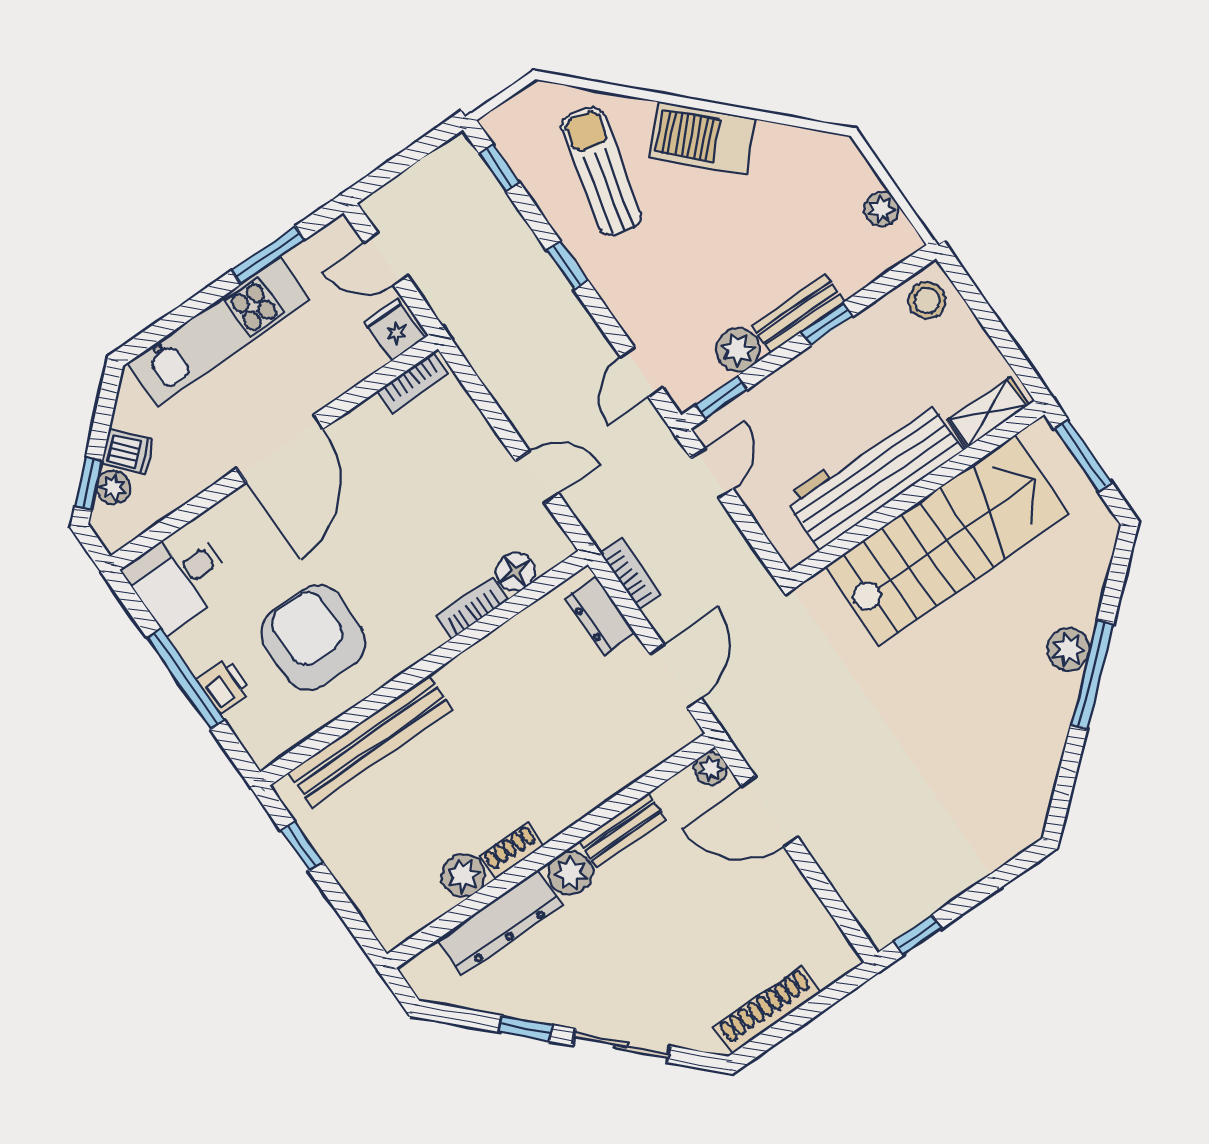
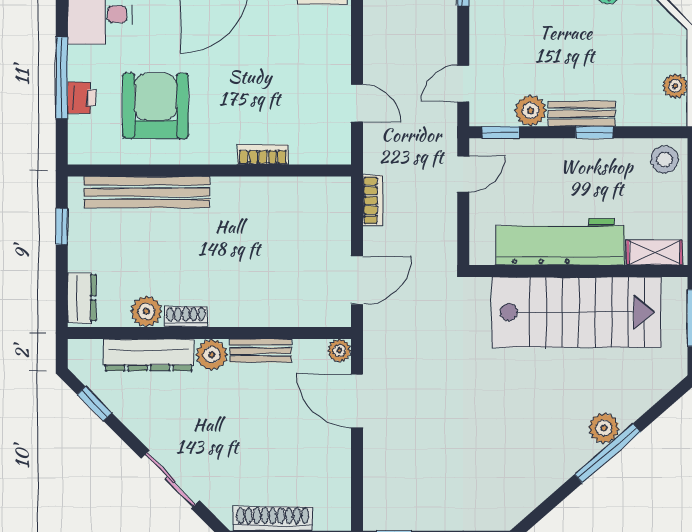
floor lamp: (515, 572) -> (304, 151), removed
dresser: (600, 616) -> (82, 298), moved, turned 180
window: (526, 1028) -> (94, 404), moved

